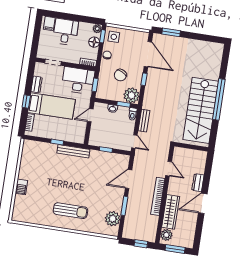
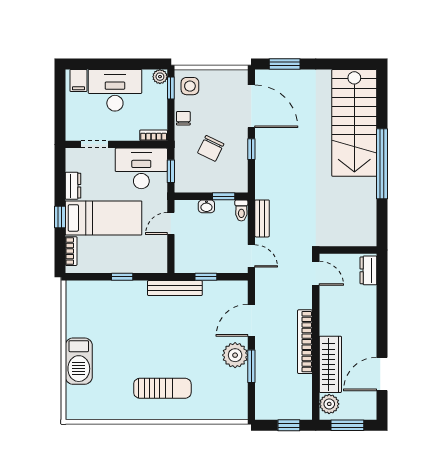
desk: (65, 32) -> (115, 90), width x1.37
floor lamp: (94, 42) -> (158, 100), removed
plant: (131, 95) -> (235, 179), removed
stairs: (201, 110) -> (354, 123), moved
bench: (73, 151) -> (175, 288), moved
door: (169, 169) -> (316, 273), moved
dresser: (198, 183) -> (368, 270), moved
barbecue: (21, 187) -> (79, 361), width x1.88, depth x1.53
door: (203, 203) -> (382, 374), moved
plant: (113, 219) -> (235, 355), moved

